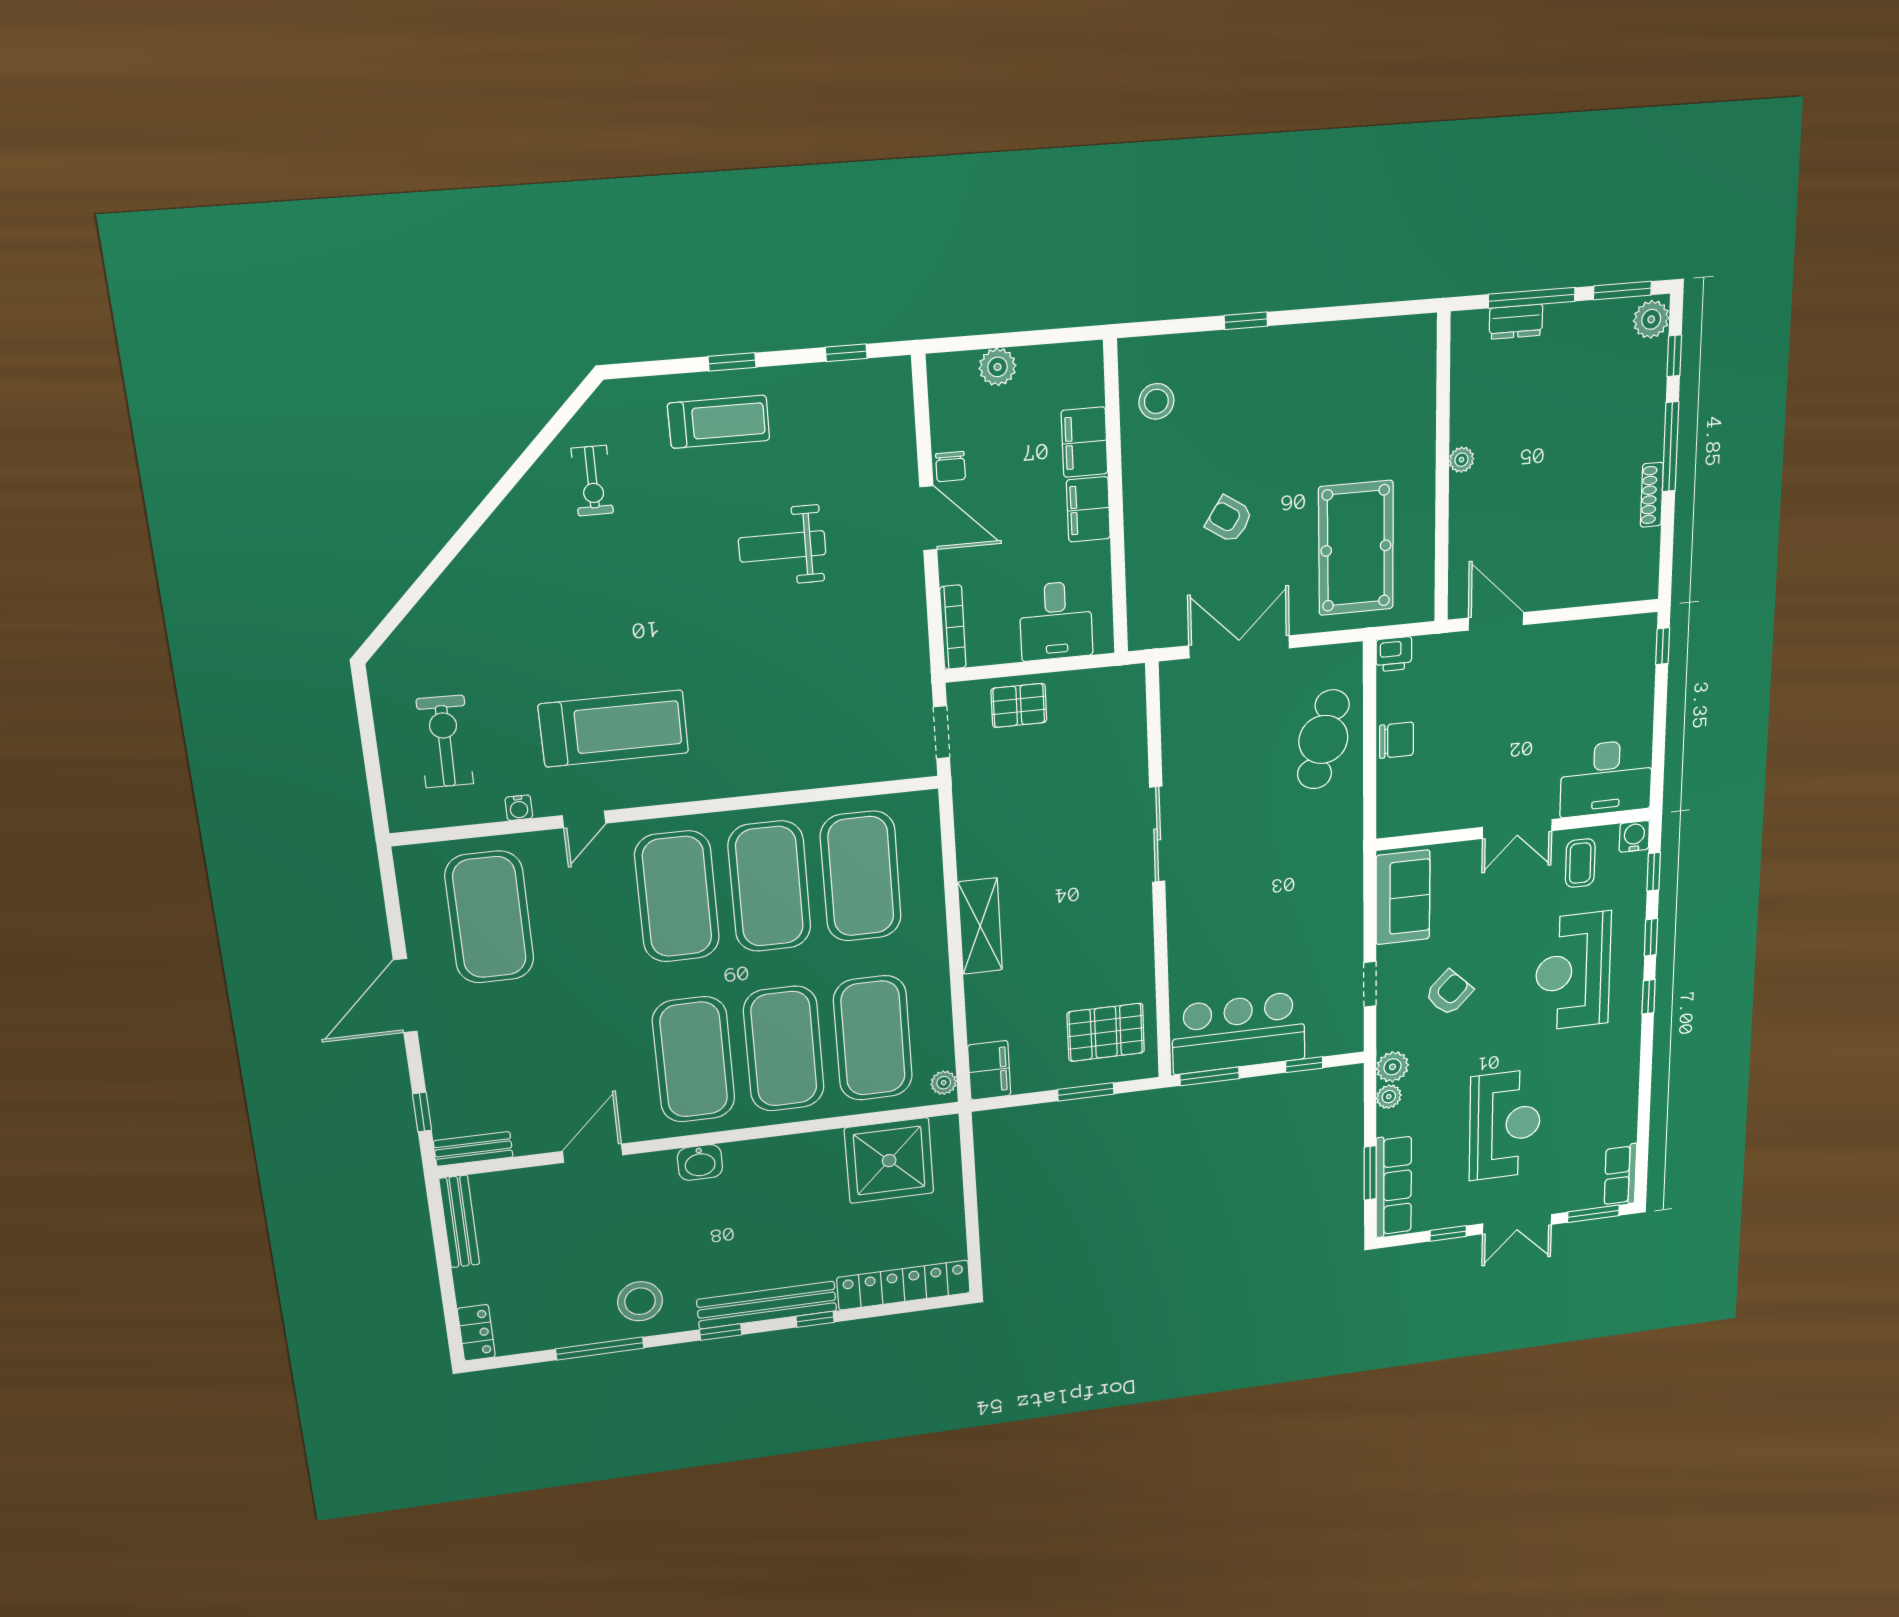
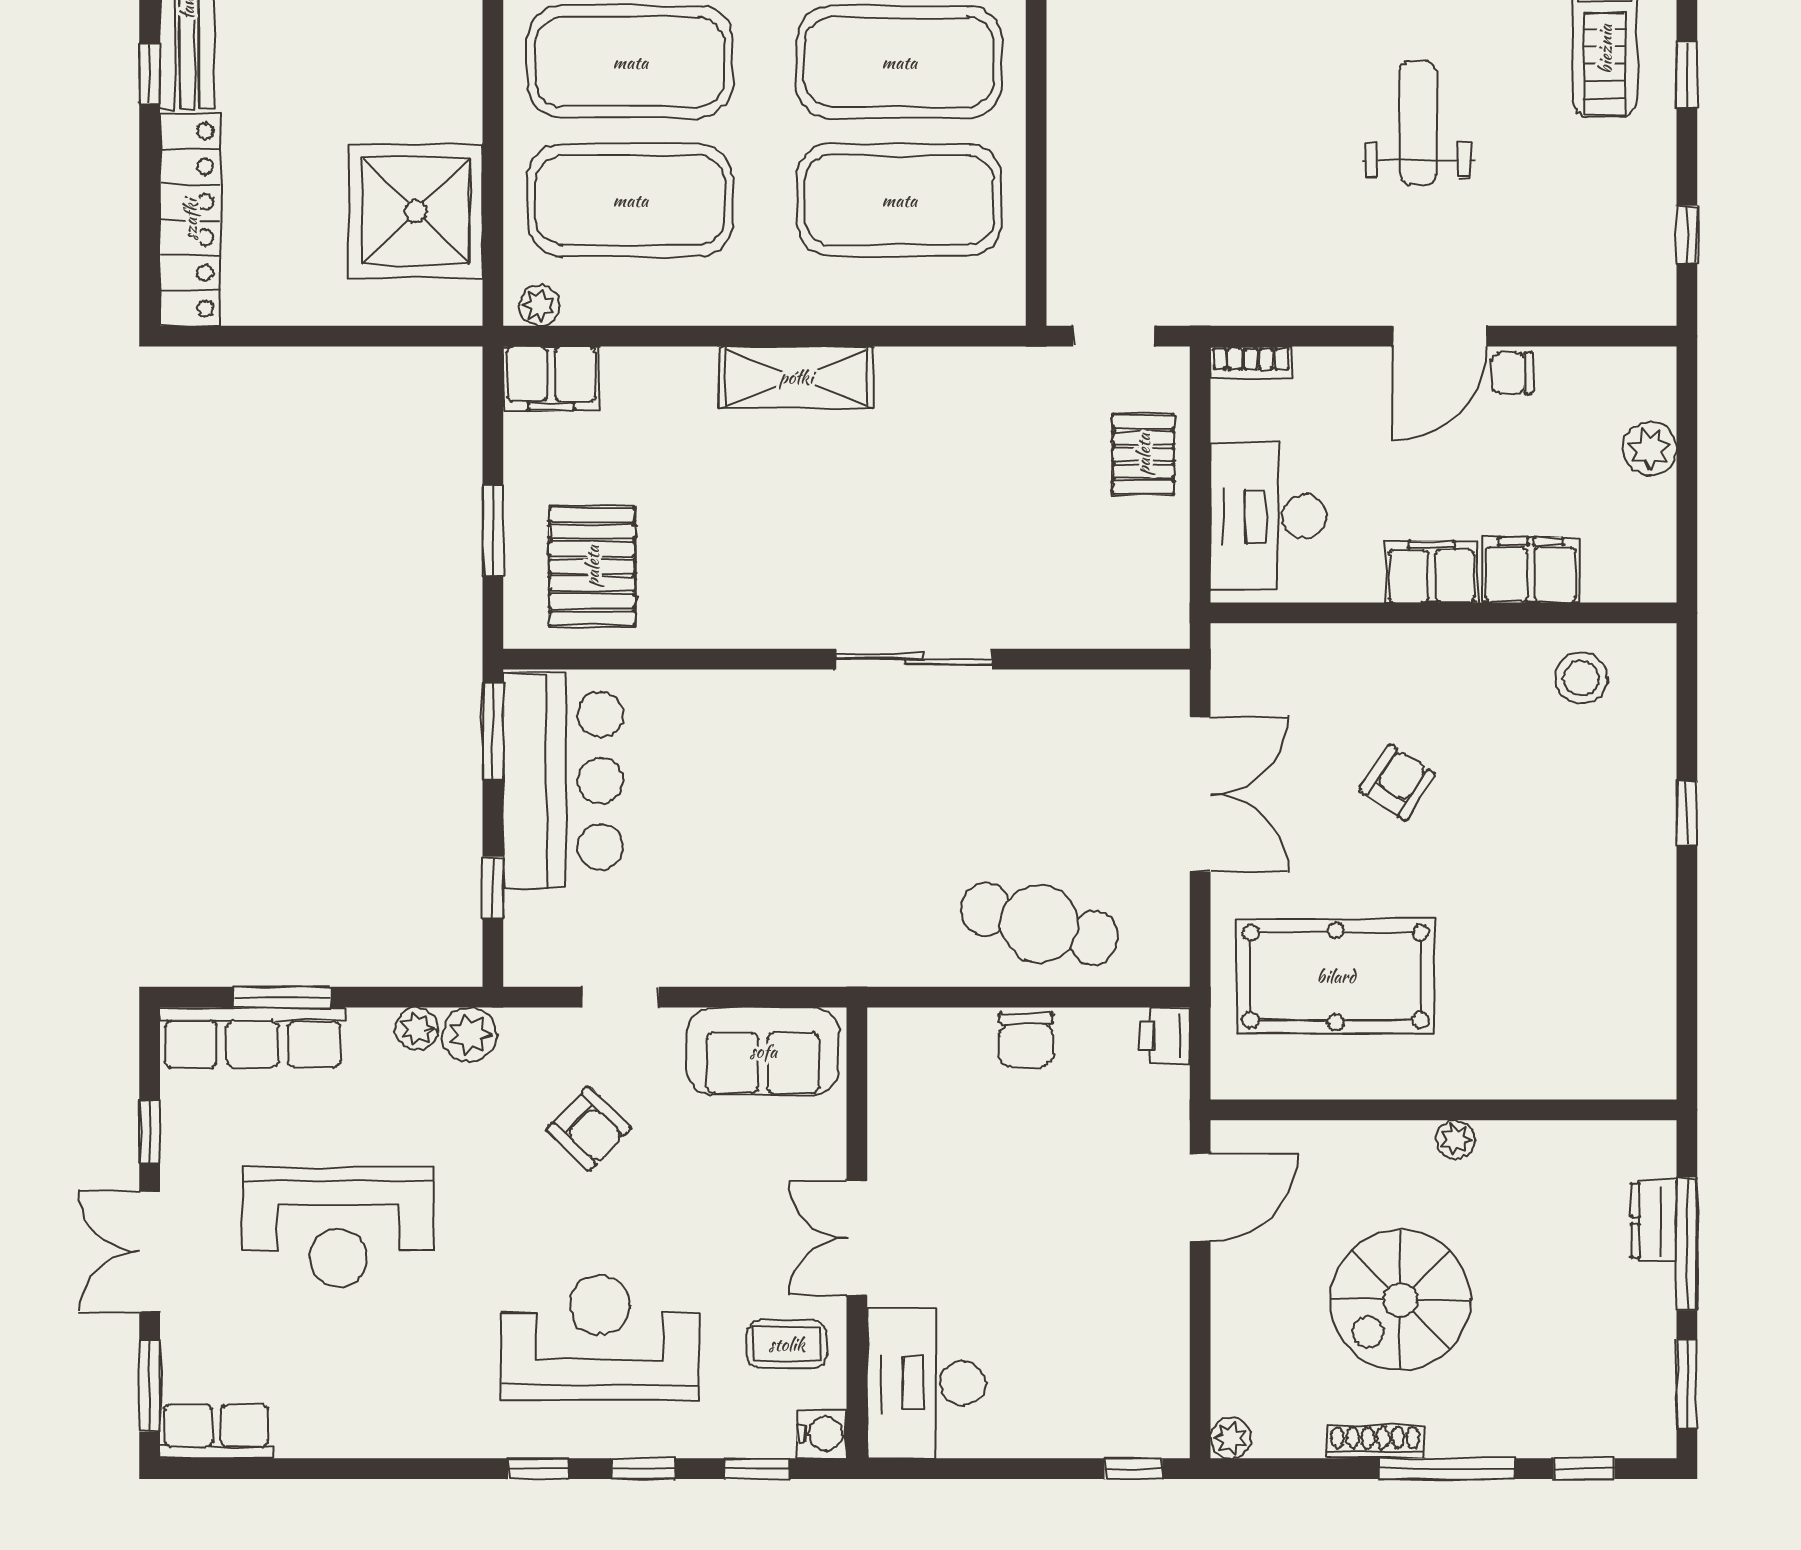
plant: (1651, 319) -> (1231, 1438), moved, width x0.73, depth x0.73
spiral stairs: (1563, 487) -> (1400, 1300), added
desk: (1056, 621) -> (1268, 516), width x1.37
bookcase: (953, 627) -> (1251, 363), width x0.64

